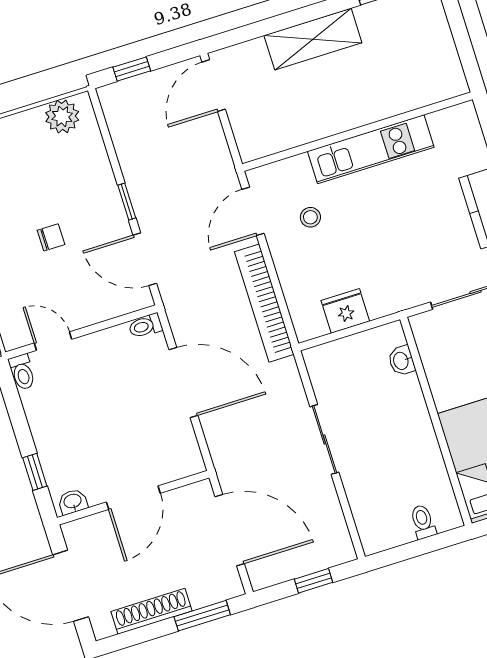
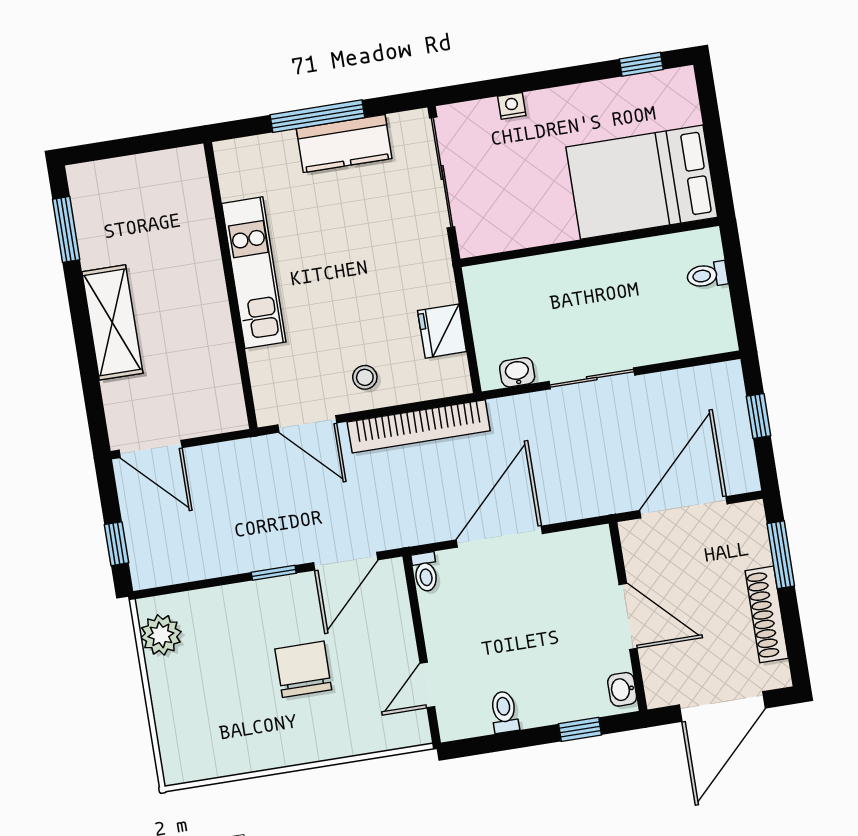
stool: (310, 217) -> (365, 377), moved
chair: (51, 237) -> (303, 669), width x1.87, depth x1.87
washbasin: (401, 361) -> (517, 372), moved, turned 180
toilet: (22, 372) -> (504, 712), moved, turned -90

